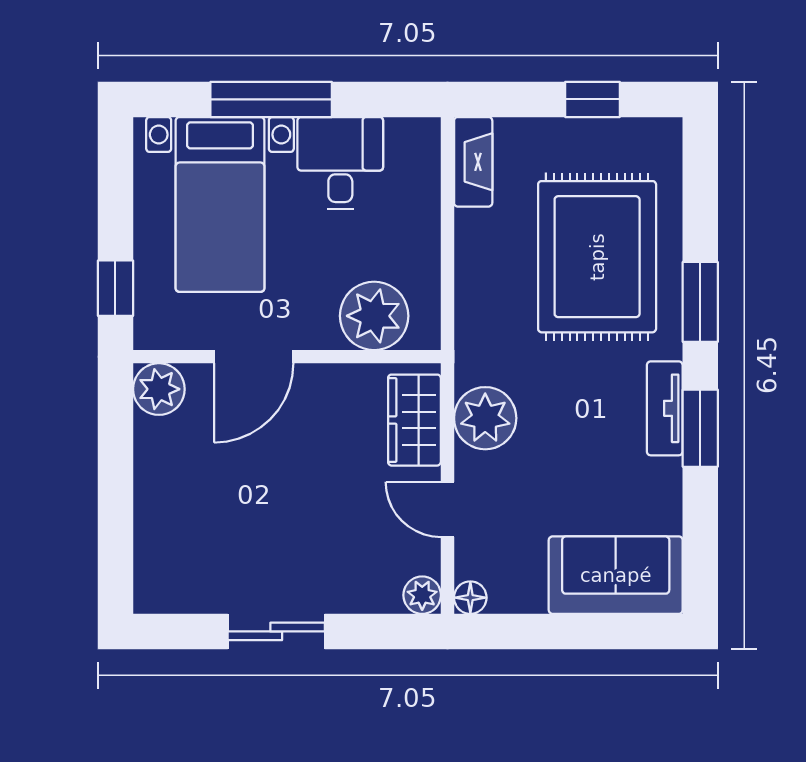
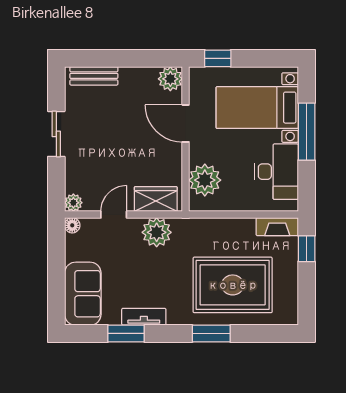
window: (592, 99) -> (307, 249), moved
desk: (340, 163) -> (277, 172), width x1.37
tv unit: (665, 408) -> (144, 317), moved
window: (700, 428) -> (126, 333), moved
bench: (153, 552) -> (94, 76), added

